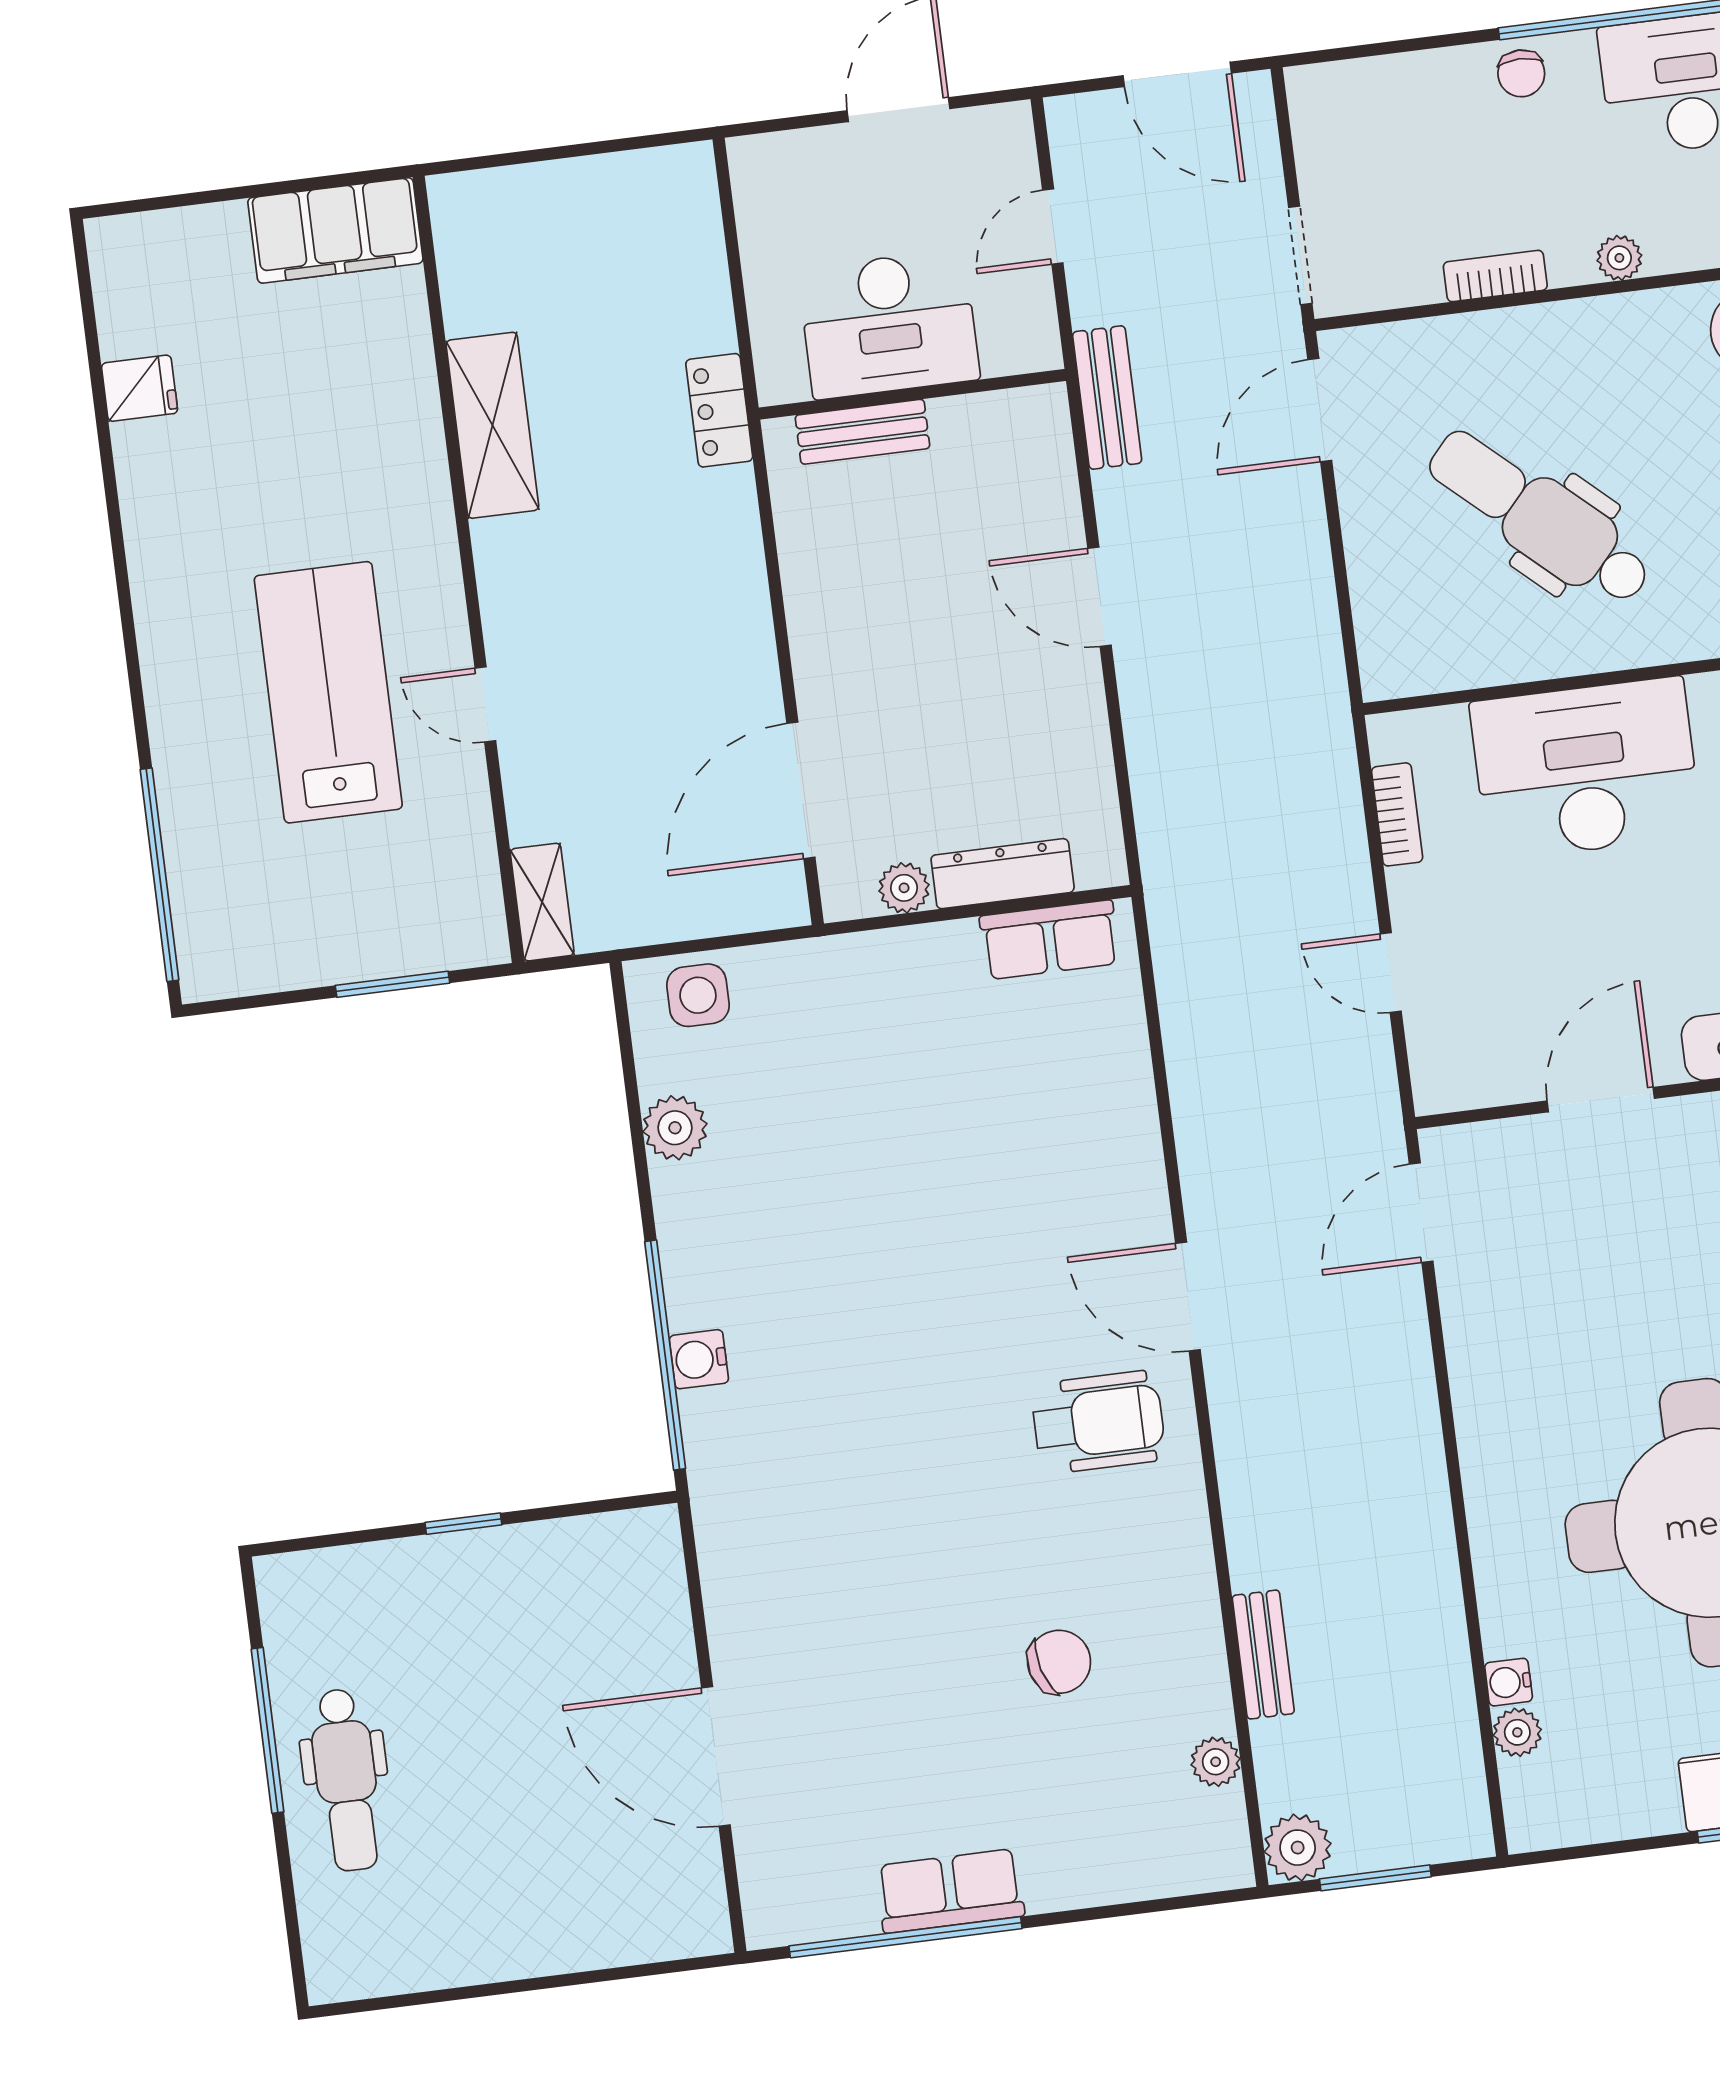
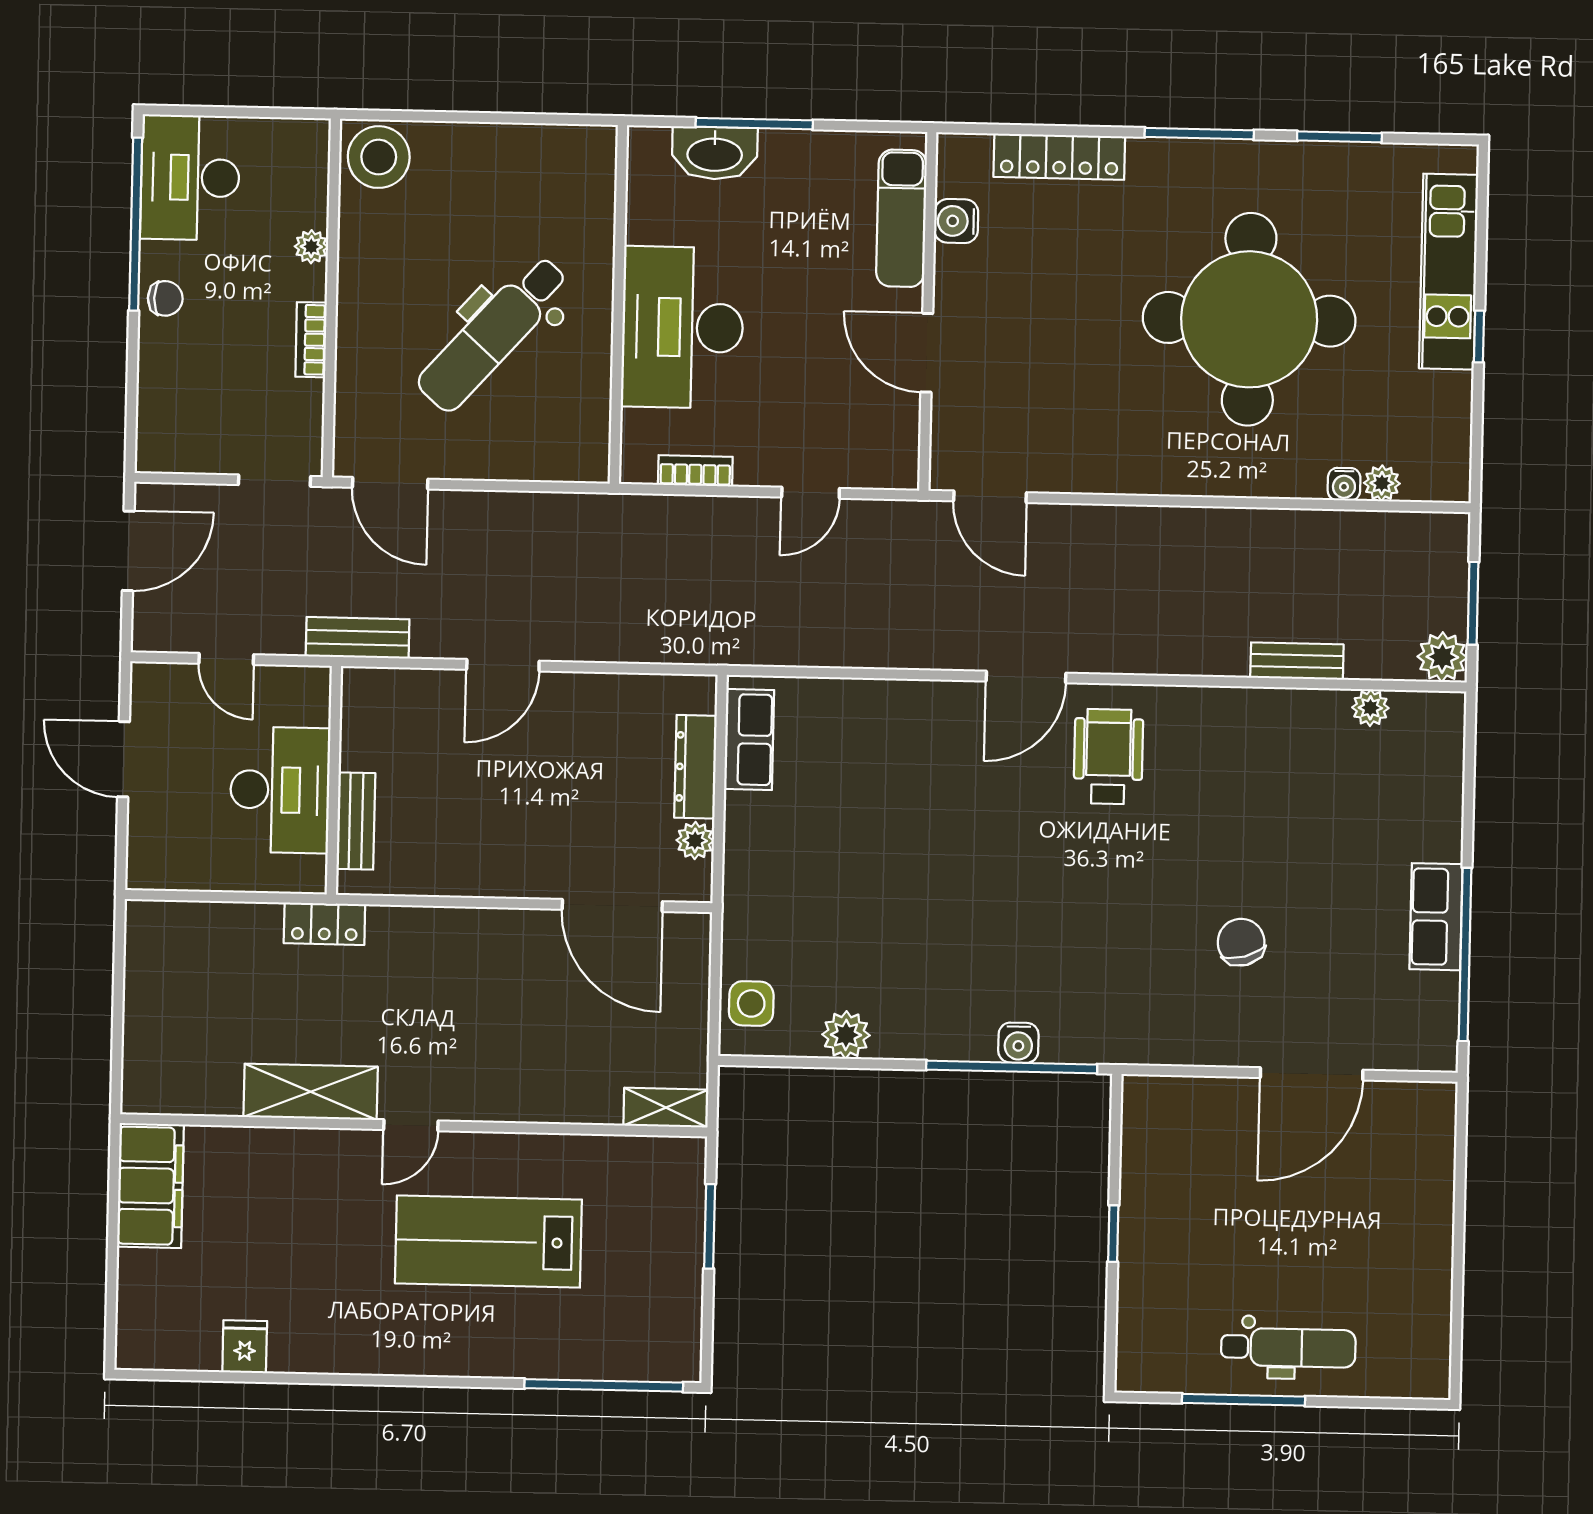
door: (485, 704) -> (411, 1125), moved
chair: (1059, 1662) -> (1241, 942), moved

